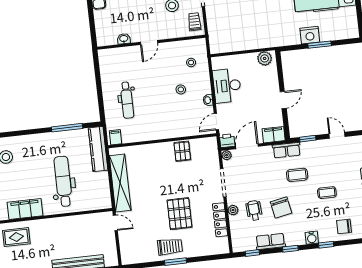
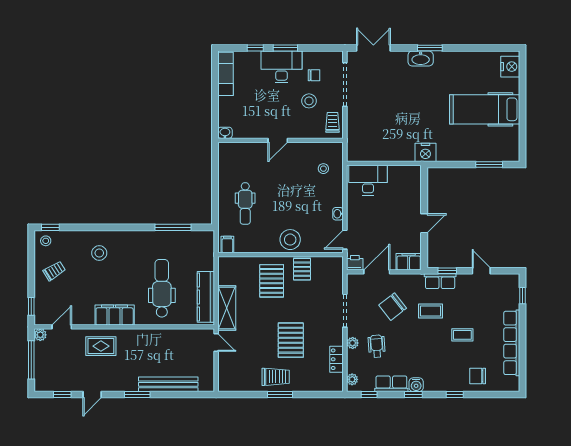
nightstand: (310, 35) -> (425, 152), moved
washbasin: (124, 39) -> (225, 133), moved
window: (320, 45) -> (489, 165), moved
plant: (265, 58) -> (408, 173), removed
desk: (227, 86) -> (368, 180), moved, turned 90
stool: (181, 89) -> (290, 240), moved, width x1.89, depth x1.89
kitchen counter: (98, 149) -> (206, 297), moved
row of seats: (287, 150) -> (440, 281), moved
plant: (227, 155) -> (352, 379), moved
pallet: (157, 164) -> (272, 281), added
shelving: (120, 183) -> (227, 308), width x0.68
chair: (281, 207) -> (393, 307), moved, turned 63
locker: (220, 220) -> (336, 359), width x0.66
water cooler: (312, 238) -> (416, 385), moved

